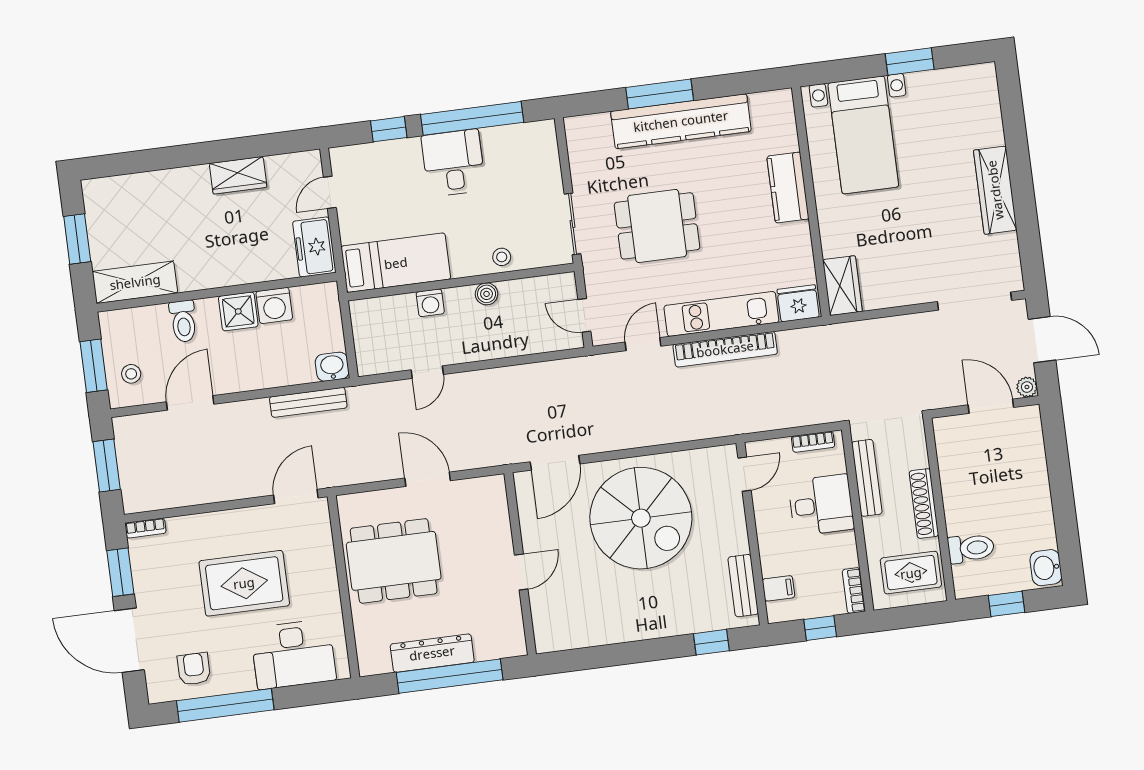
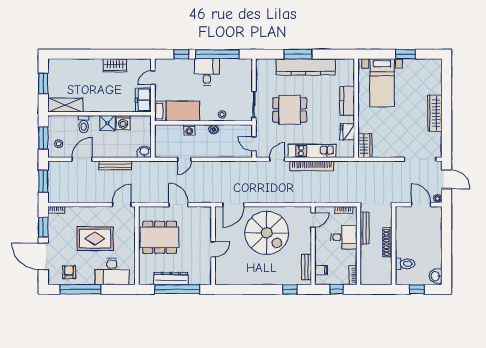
fridge: (798, 303) -> (347, 132), moved, turned -90
bench: (308, 402) -> (115, 165), moved
rug: (911, 573) -> (378, 271), removed

